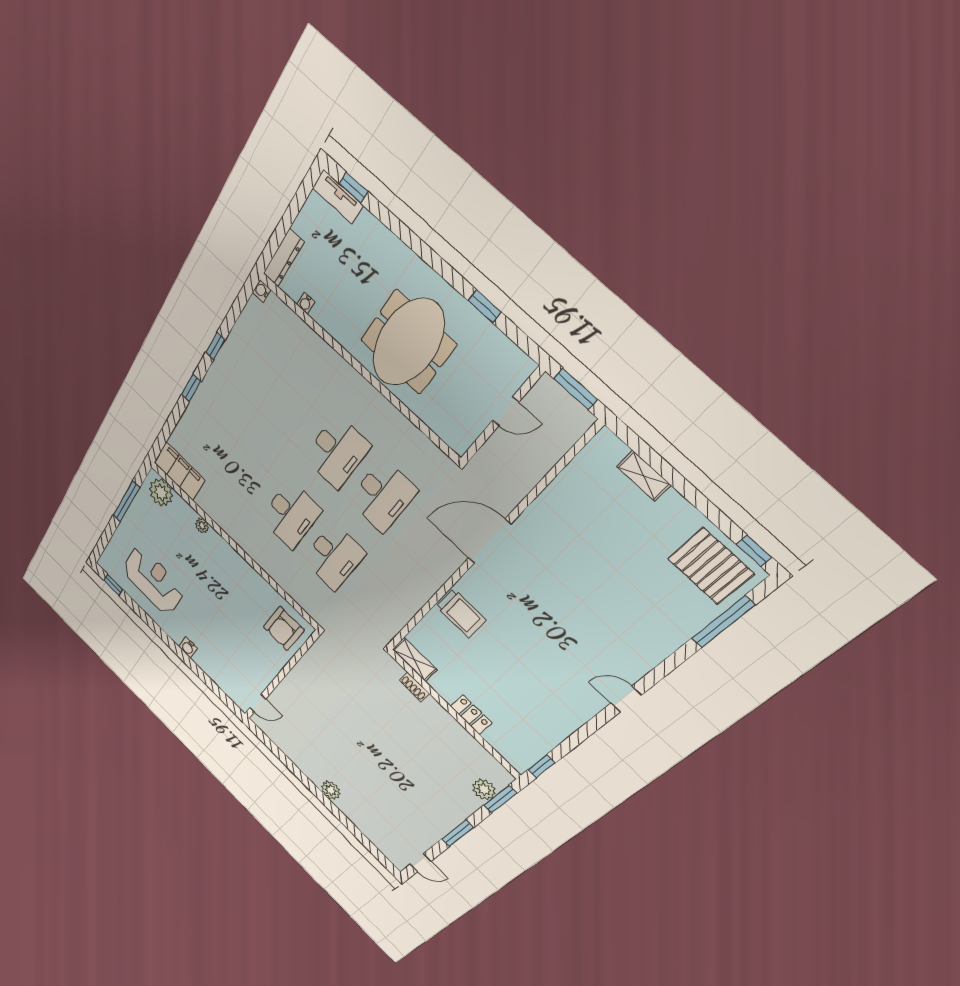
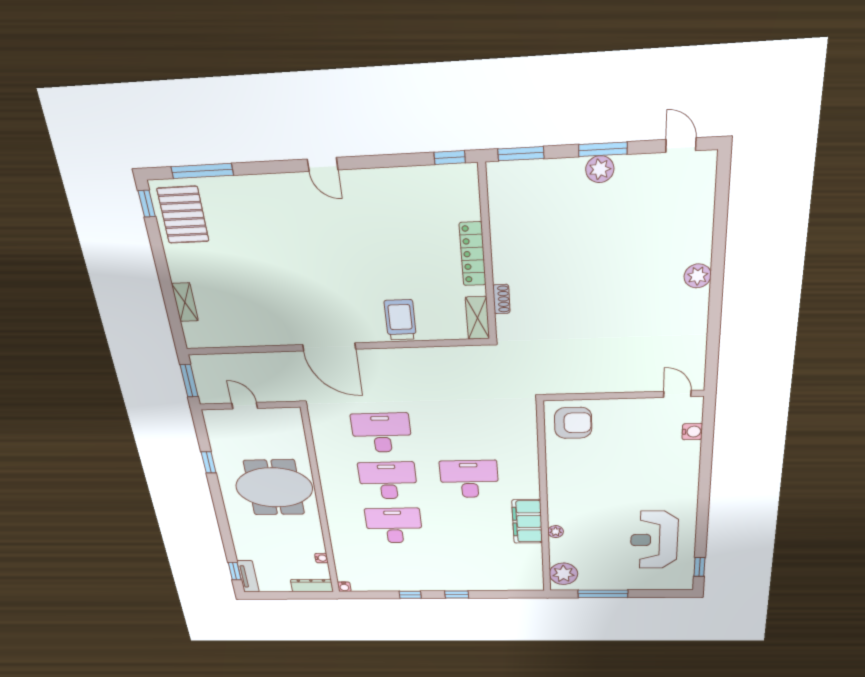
filing cabinet: (179, 471) -> (527, 521), moved
desk: (334, 556) -> (394, 526), moved
water cooler: (188, 648) -> (692, 432), moved
locker: (471, 715) -> (473, 254), width x1.53
plant: (484, 789) -> (600, 169), moved

